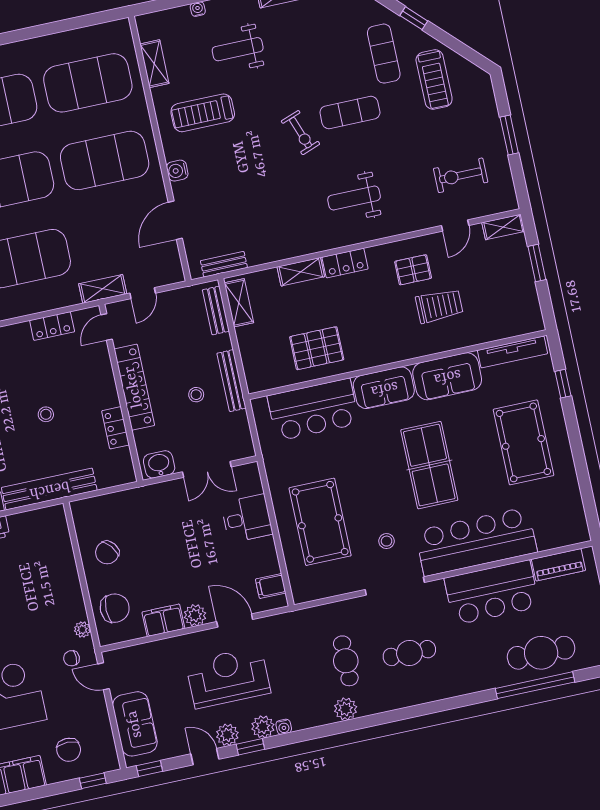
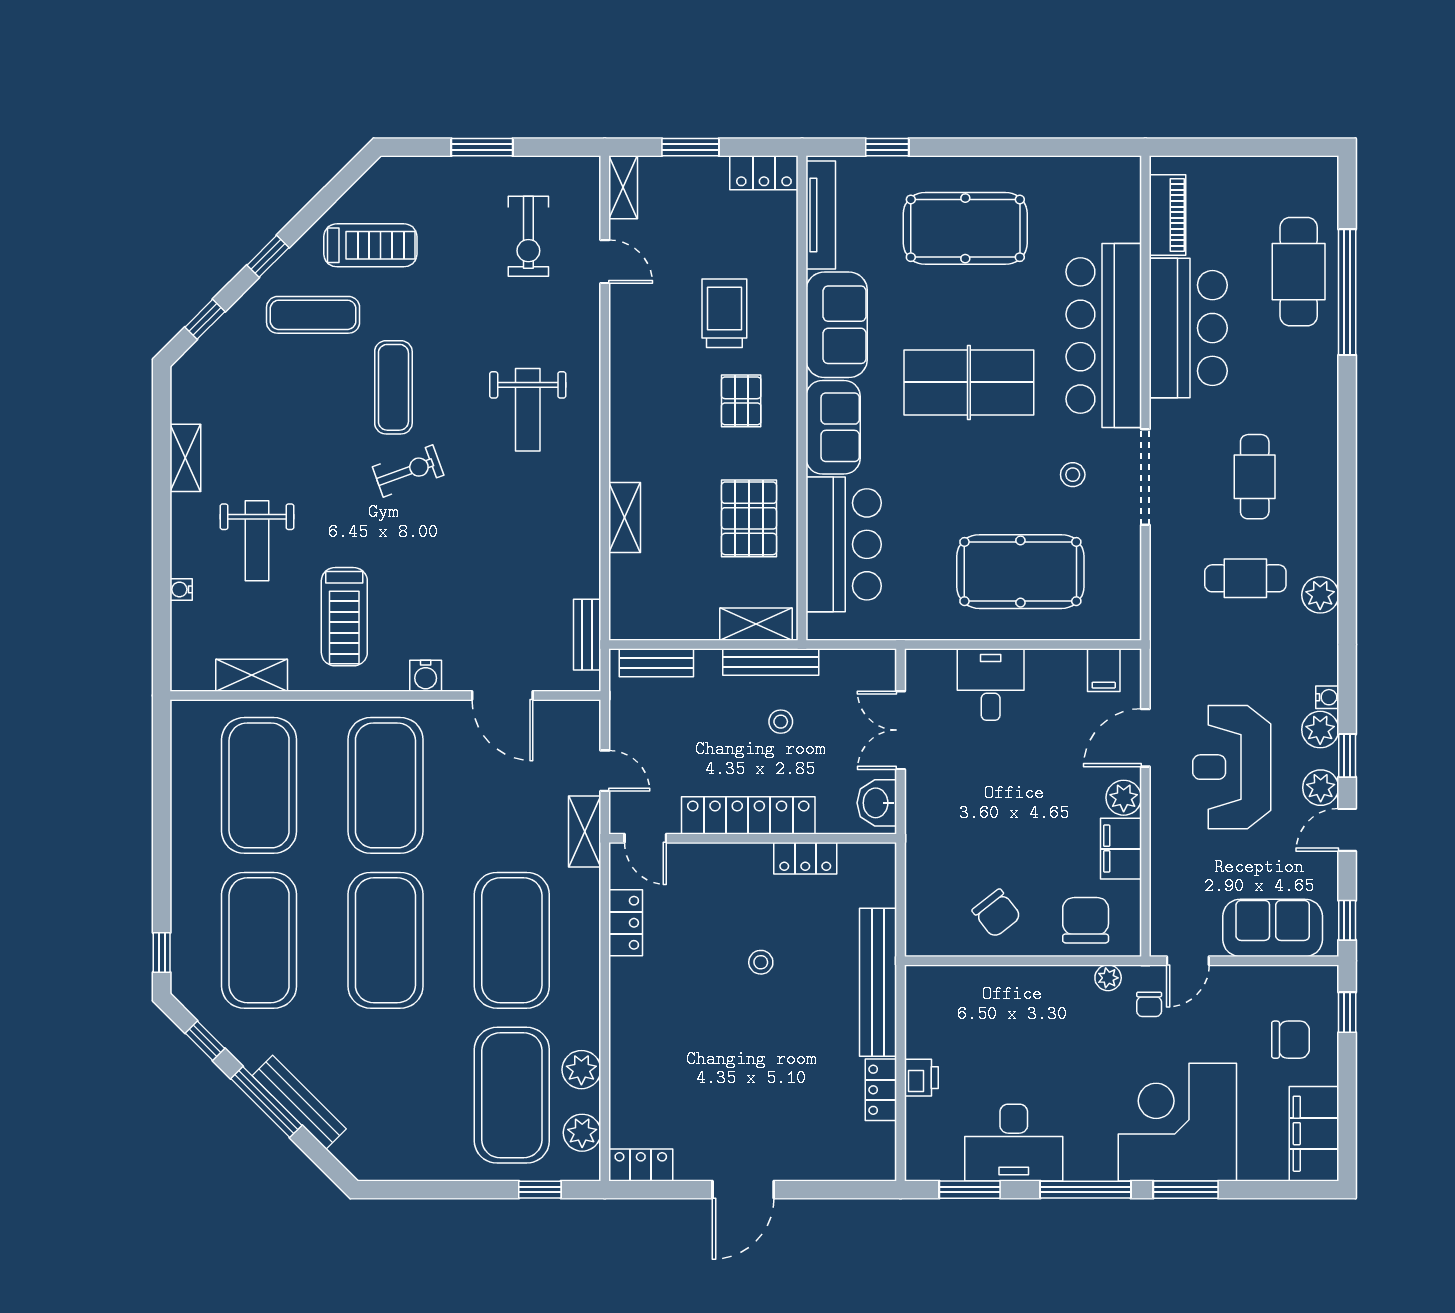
locker: (345, 263) -> (764, 173), moved, turned 90
pallet: (413, 270) -> (741, 401), moved
shelving: (239, 303) -> (756, 624), moved
double door: (207, 469) -> (901, 730), swing flipped

